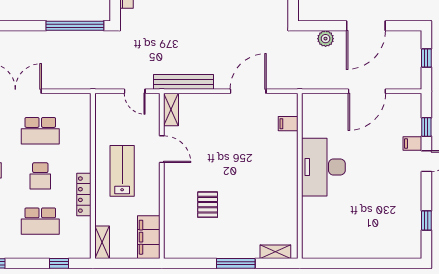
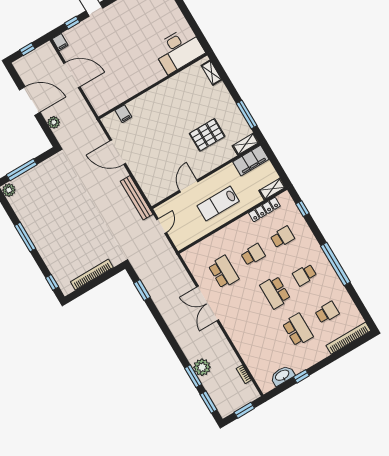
window: (75, 26) -> (142, 290), width x0.47
shelving: (171, 109) -> (246, 144), moved
filing cabinet: (412, 144) -> (60, 42), moved
desk: (323, 167) -> (179, 50), moved
locker: (84, 195) -> (264, 210), moved
pallet: (208, 205) -> (207, 135), width x1.50, depth x1.42
school desk: (40, 221) -> (282, 237), width x0.54
window: (236, 263) -> (247, 114), moved

